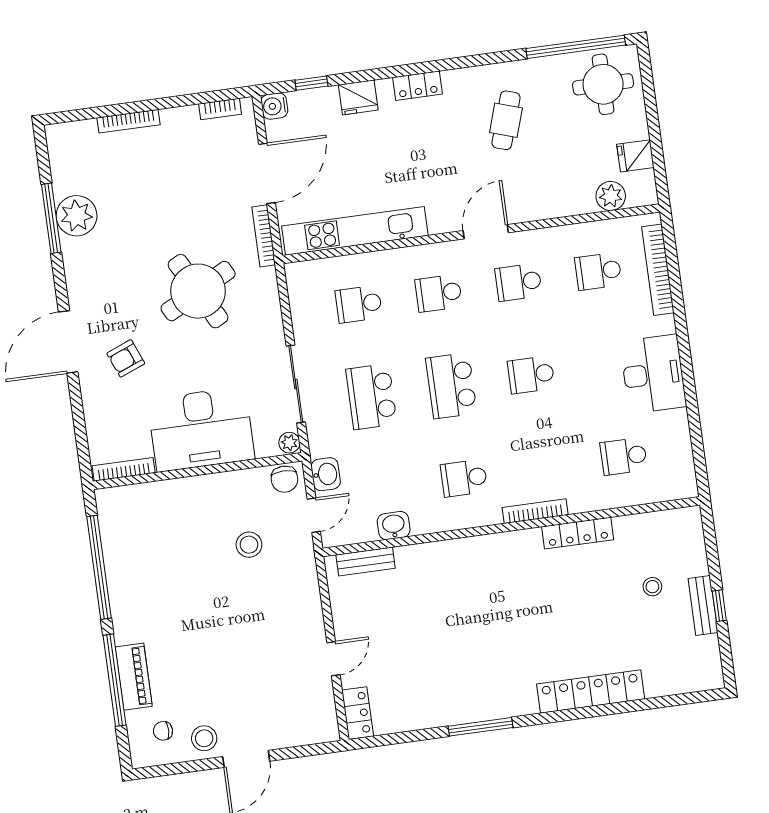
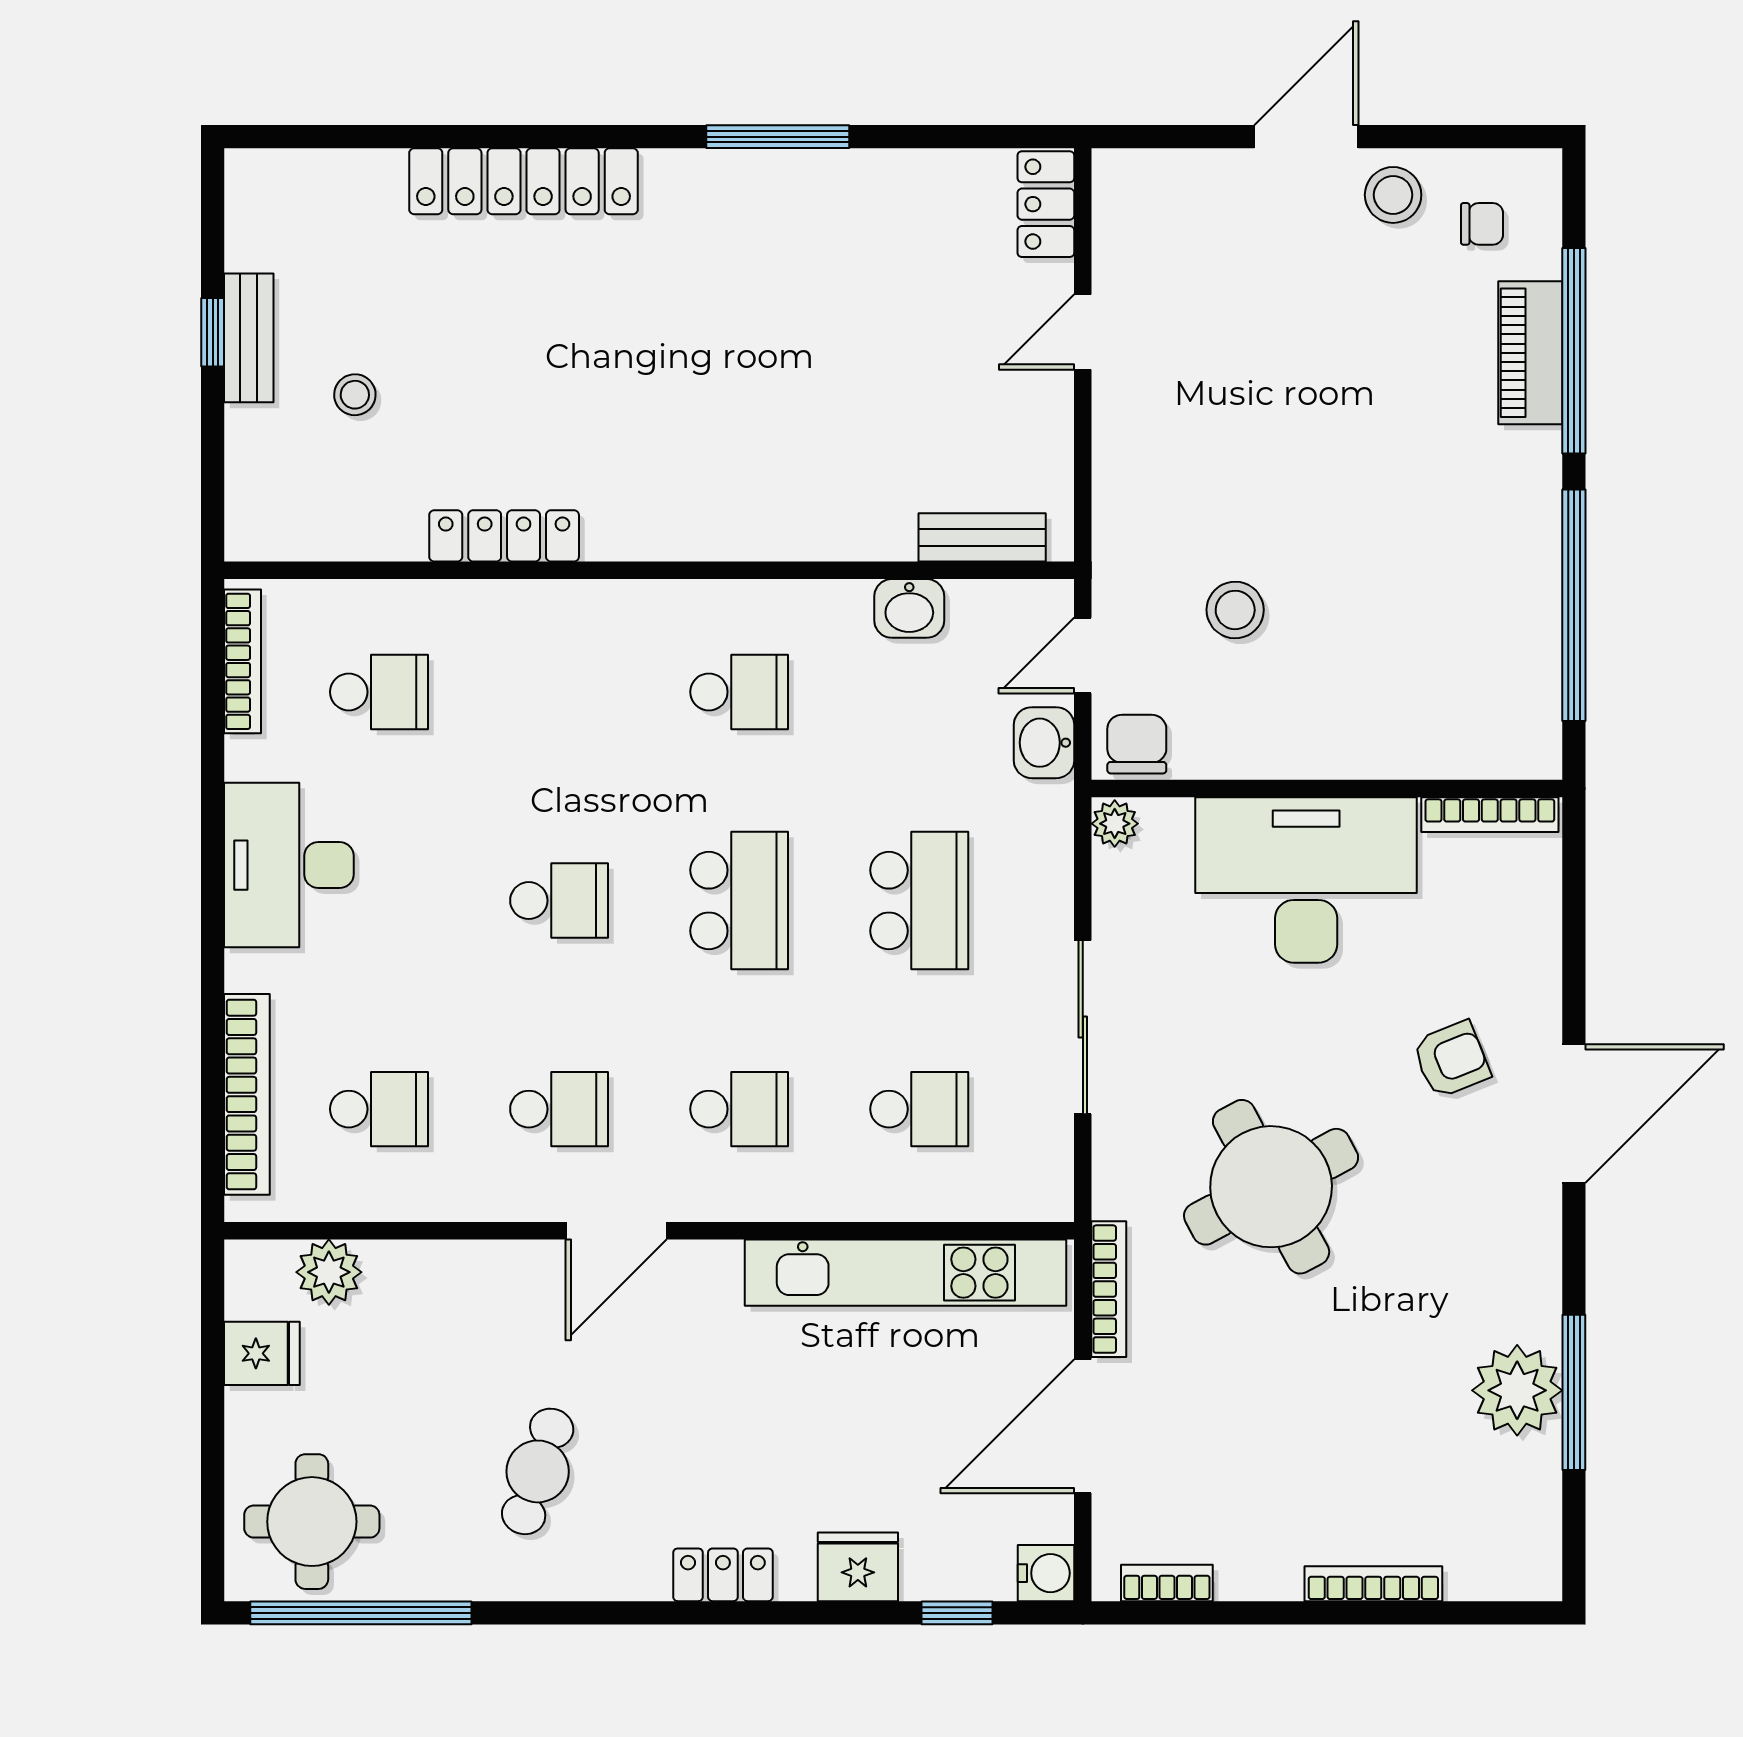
sliding door: (296, 384) -> (1083, 1027), moved
bookcase: (535, 511) -> (243, 661), moved, turned -90

